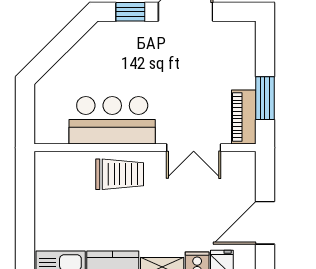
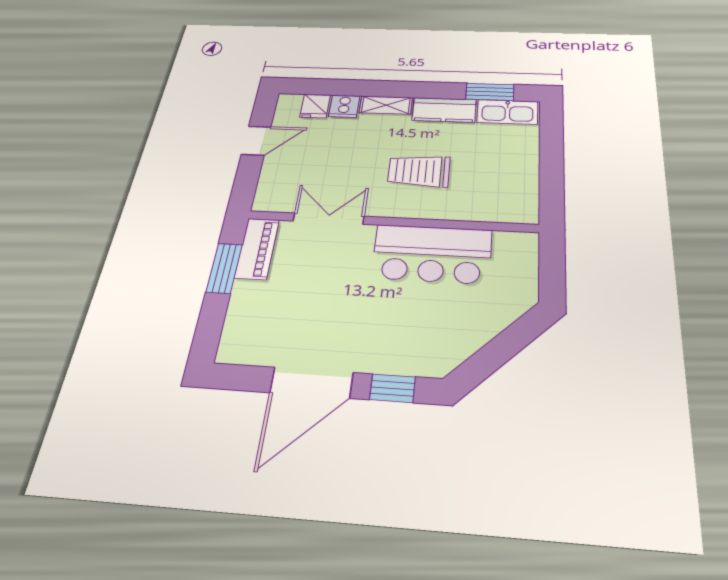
trolley: (120, 174) -> (419, 171), moved
door: (265, 223) -> (256, 141), width x0.73

